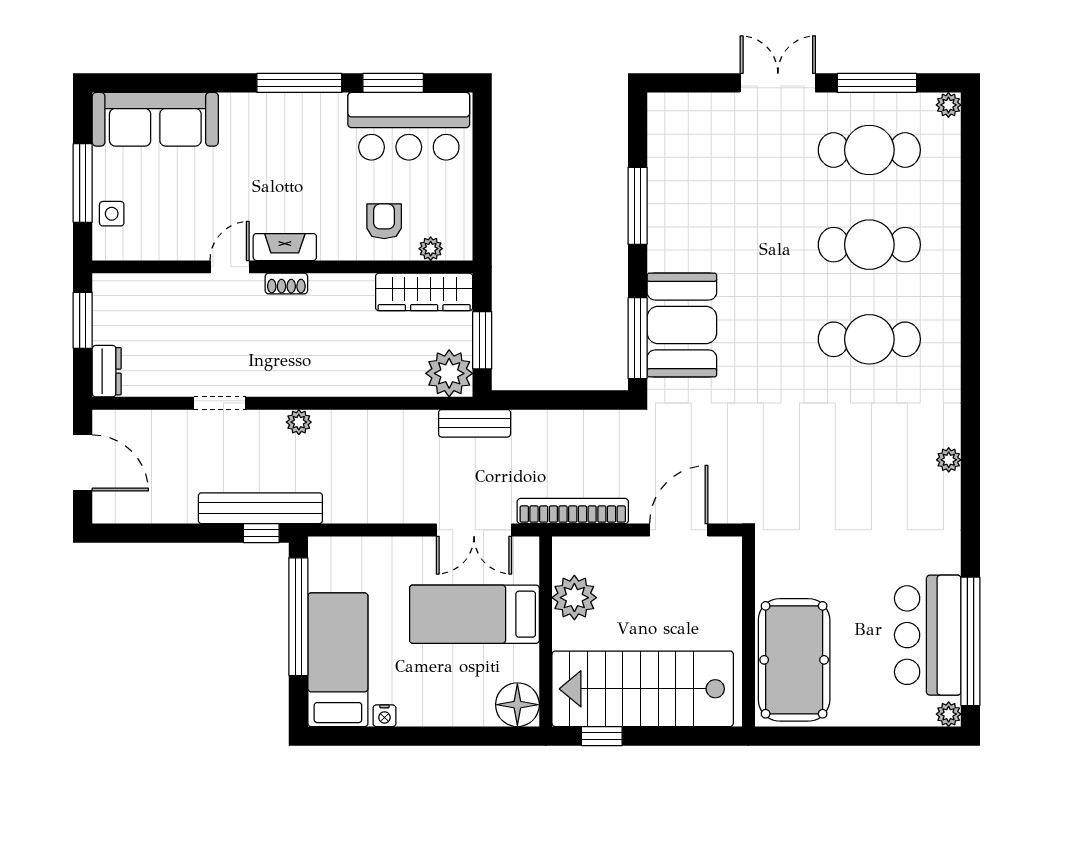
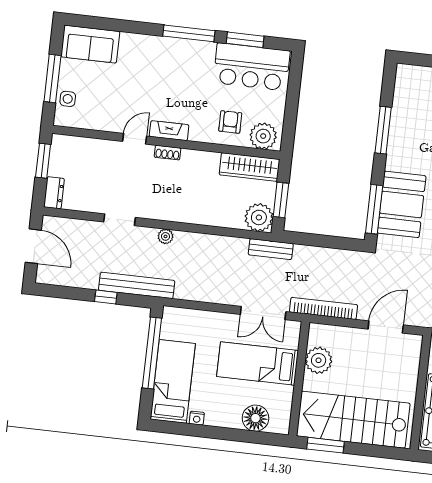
sofa: (155, 119) -> (90, 44), width x0.73
plant: (431, 249) -> (263, 136), width x1.87, depth x1.87
window: (261, 533) -> (106, 297), moved
floor lamp: (517, 705) -> (255, 418), moved
window: (602, 736) -> (326, 445), width x1.50

